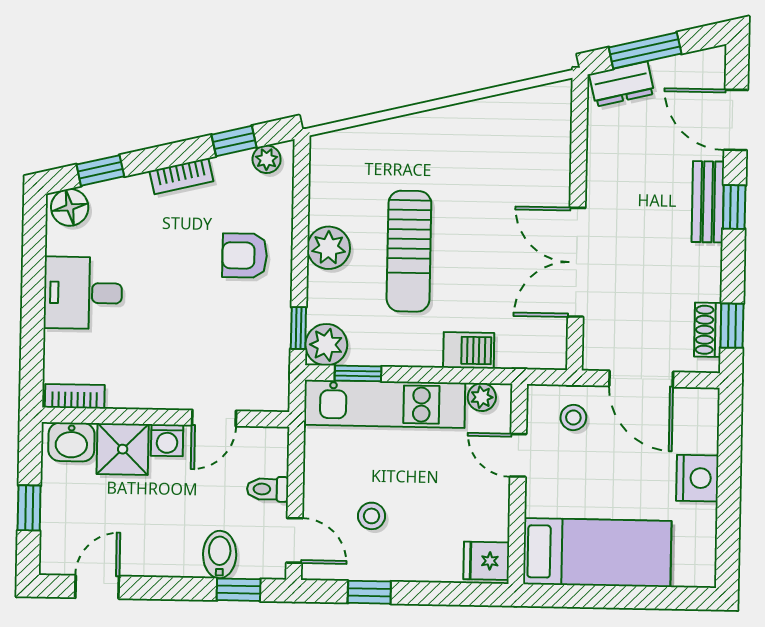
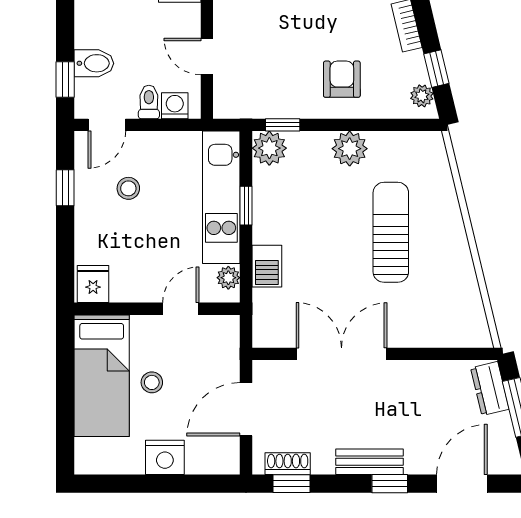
bench: (708, 202) -> (369, 462), moved
sun lounger: (409, 251) -> (391, 232), moved, turned 90
window: (358, 373) -> (246, 206), moved
stool: (573, 418) -> (152, 382), moved
washing machine: (167, 440) -> (175, 106), moved, turned 90

